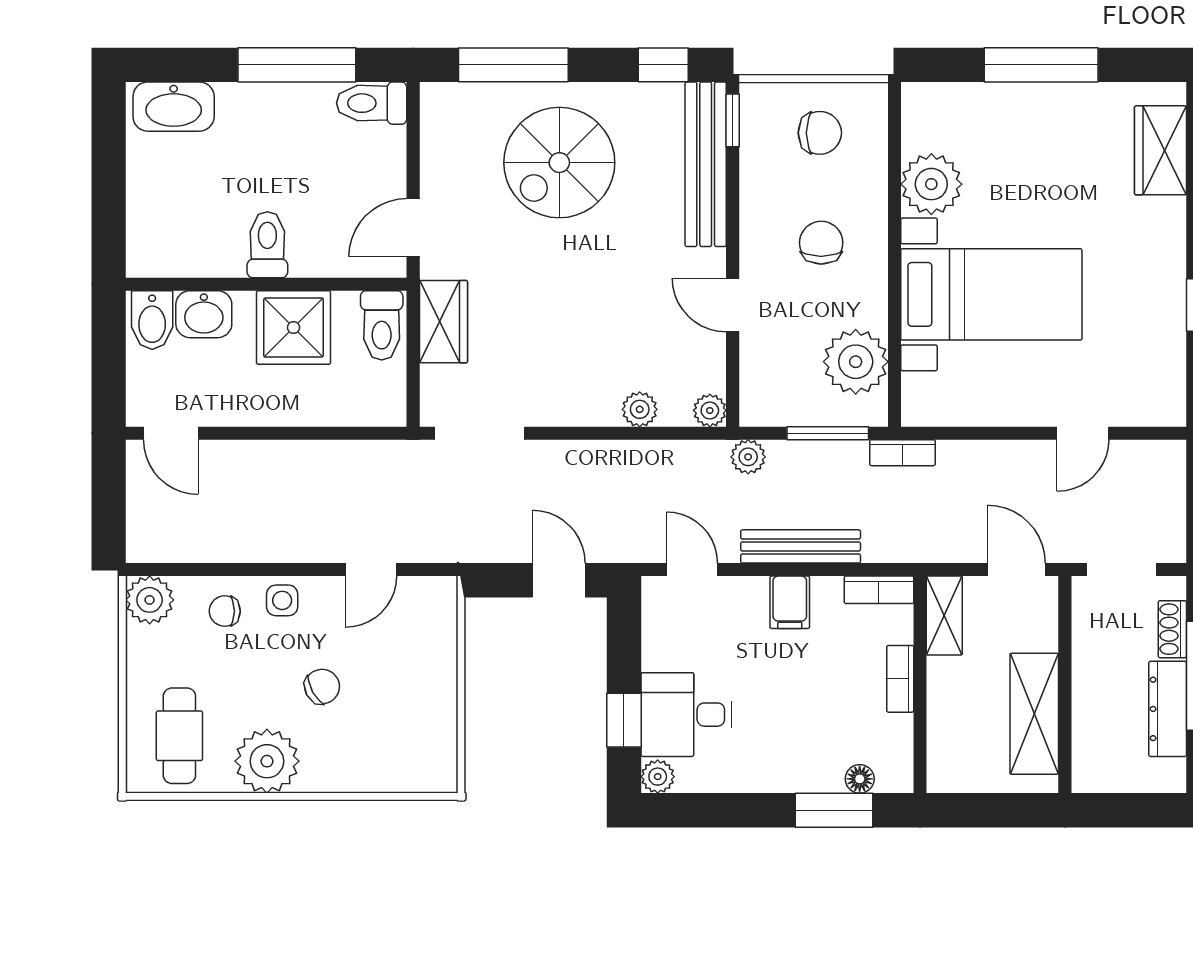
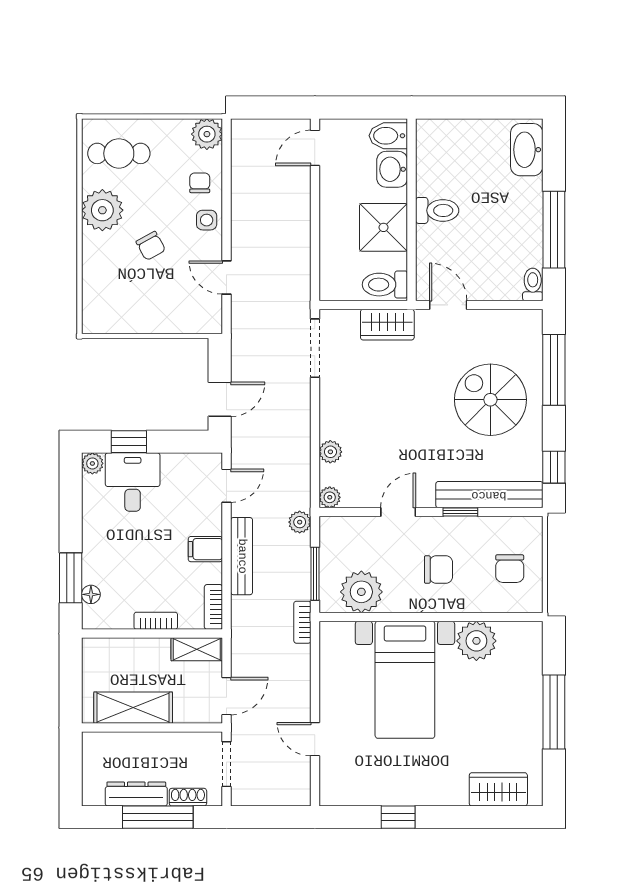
toilet: (372, 103) -> (533, 284), width x0.73, depth x0.72
window: (733, 120) -> (460, 512), moved

